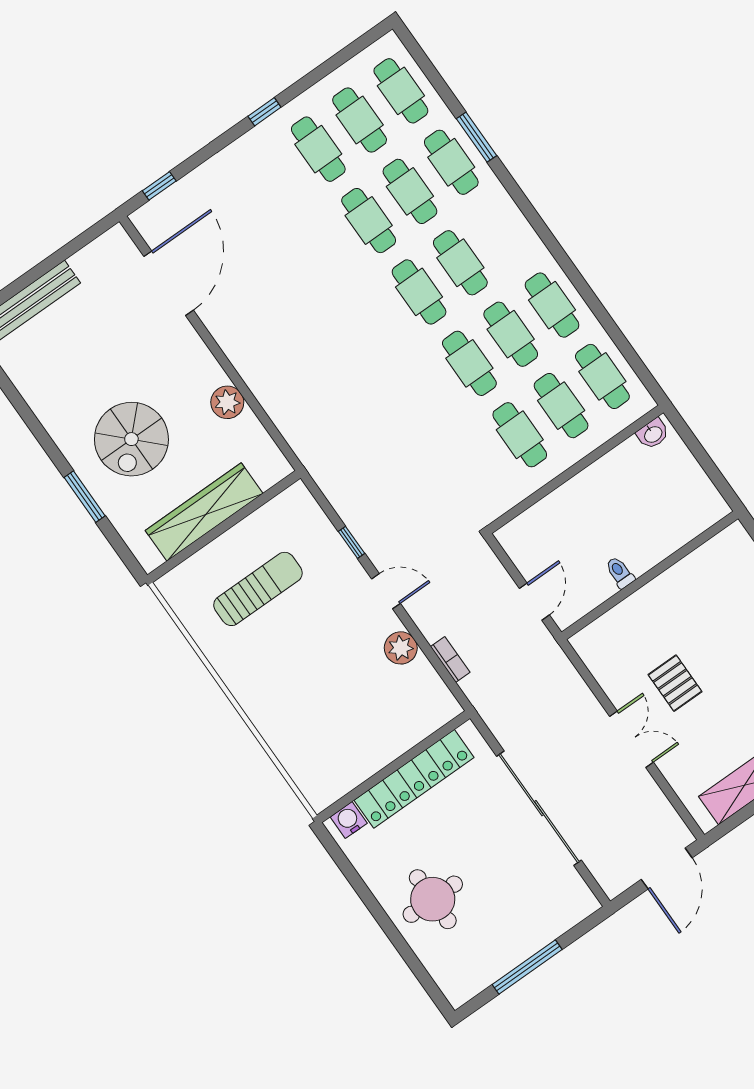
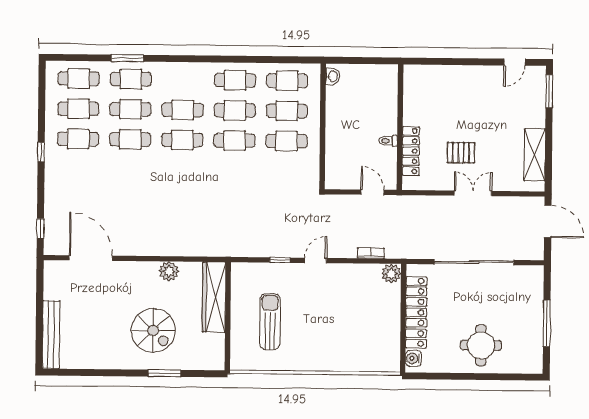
wardrobe: (204, 512) -> (214, 297), moved
locker: (628, 613) -> (411, 151), added
plant: (401, 648) -> (391, 274), moved

